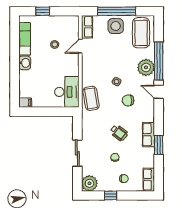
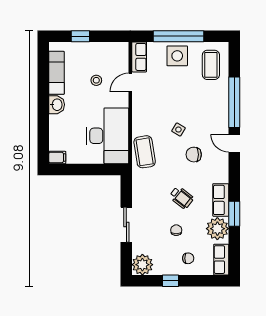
coffee table: (141, 33) -> (211, 65), width x0.73, depth x0.76
plant: (146, 67) -> (217, 229), moved
desk: (67, 92) -> (108, 136), width x1.36, depth x1.30

